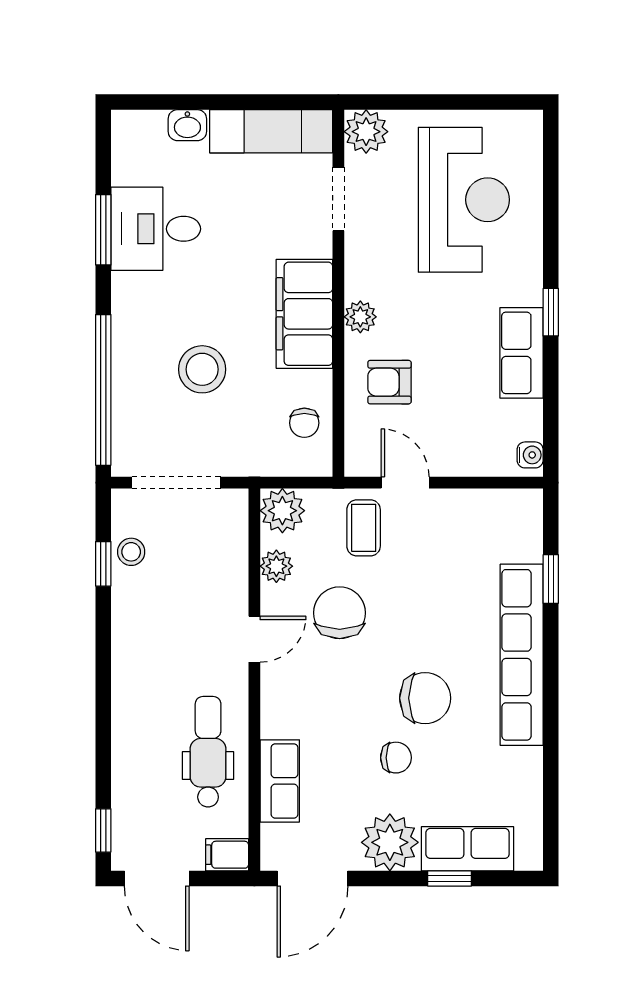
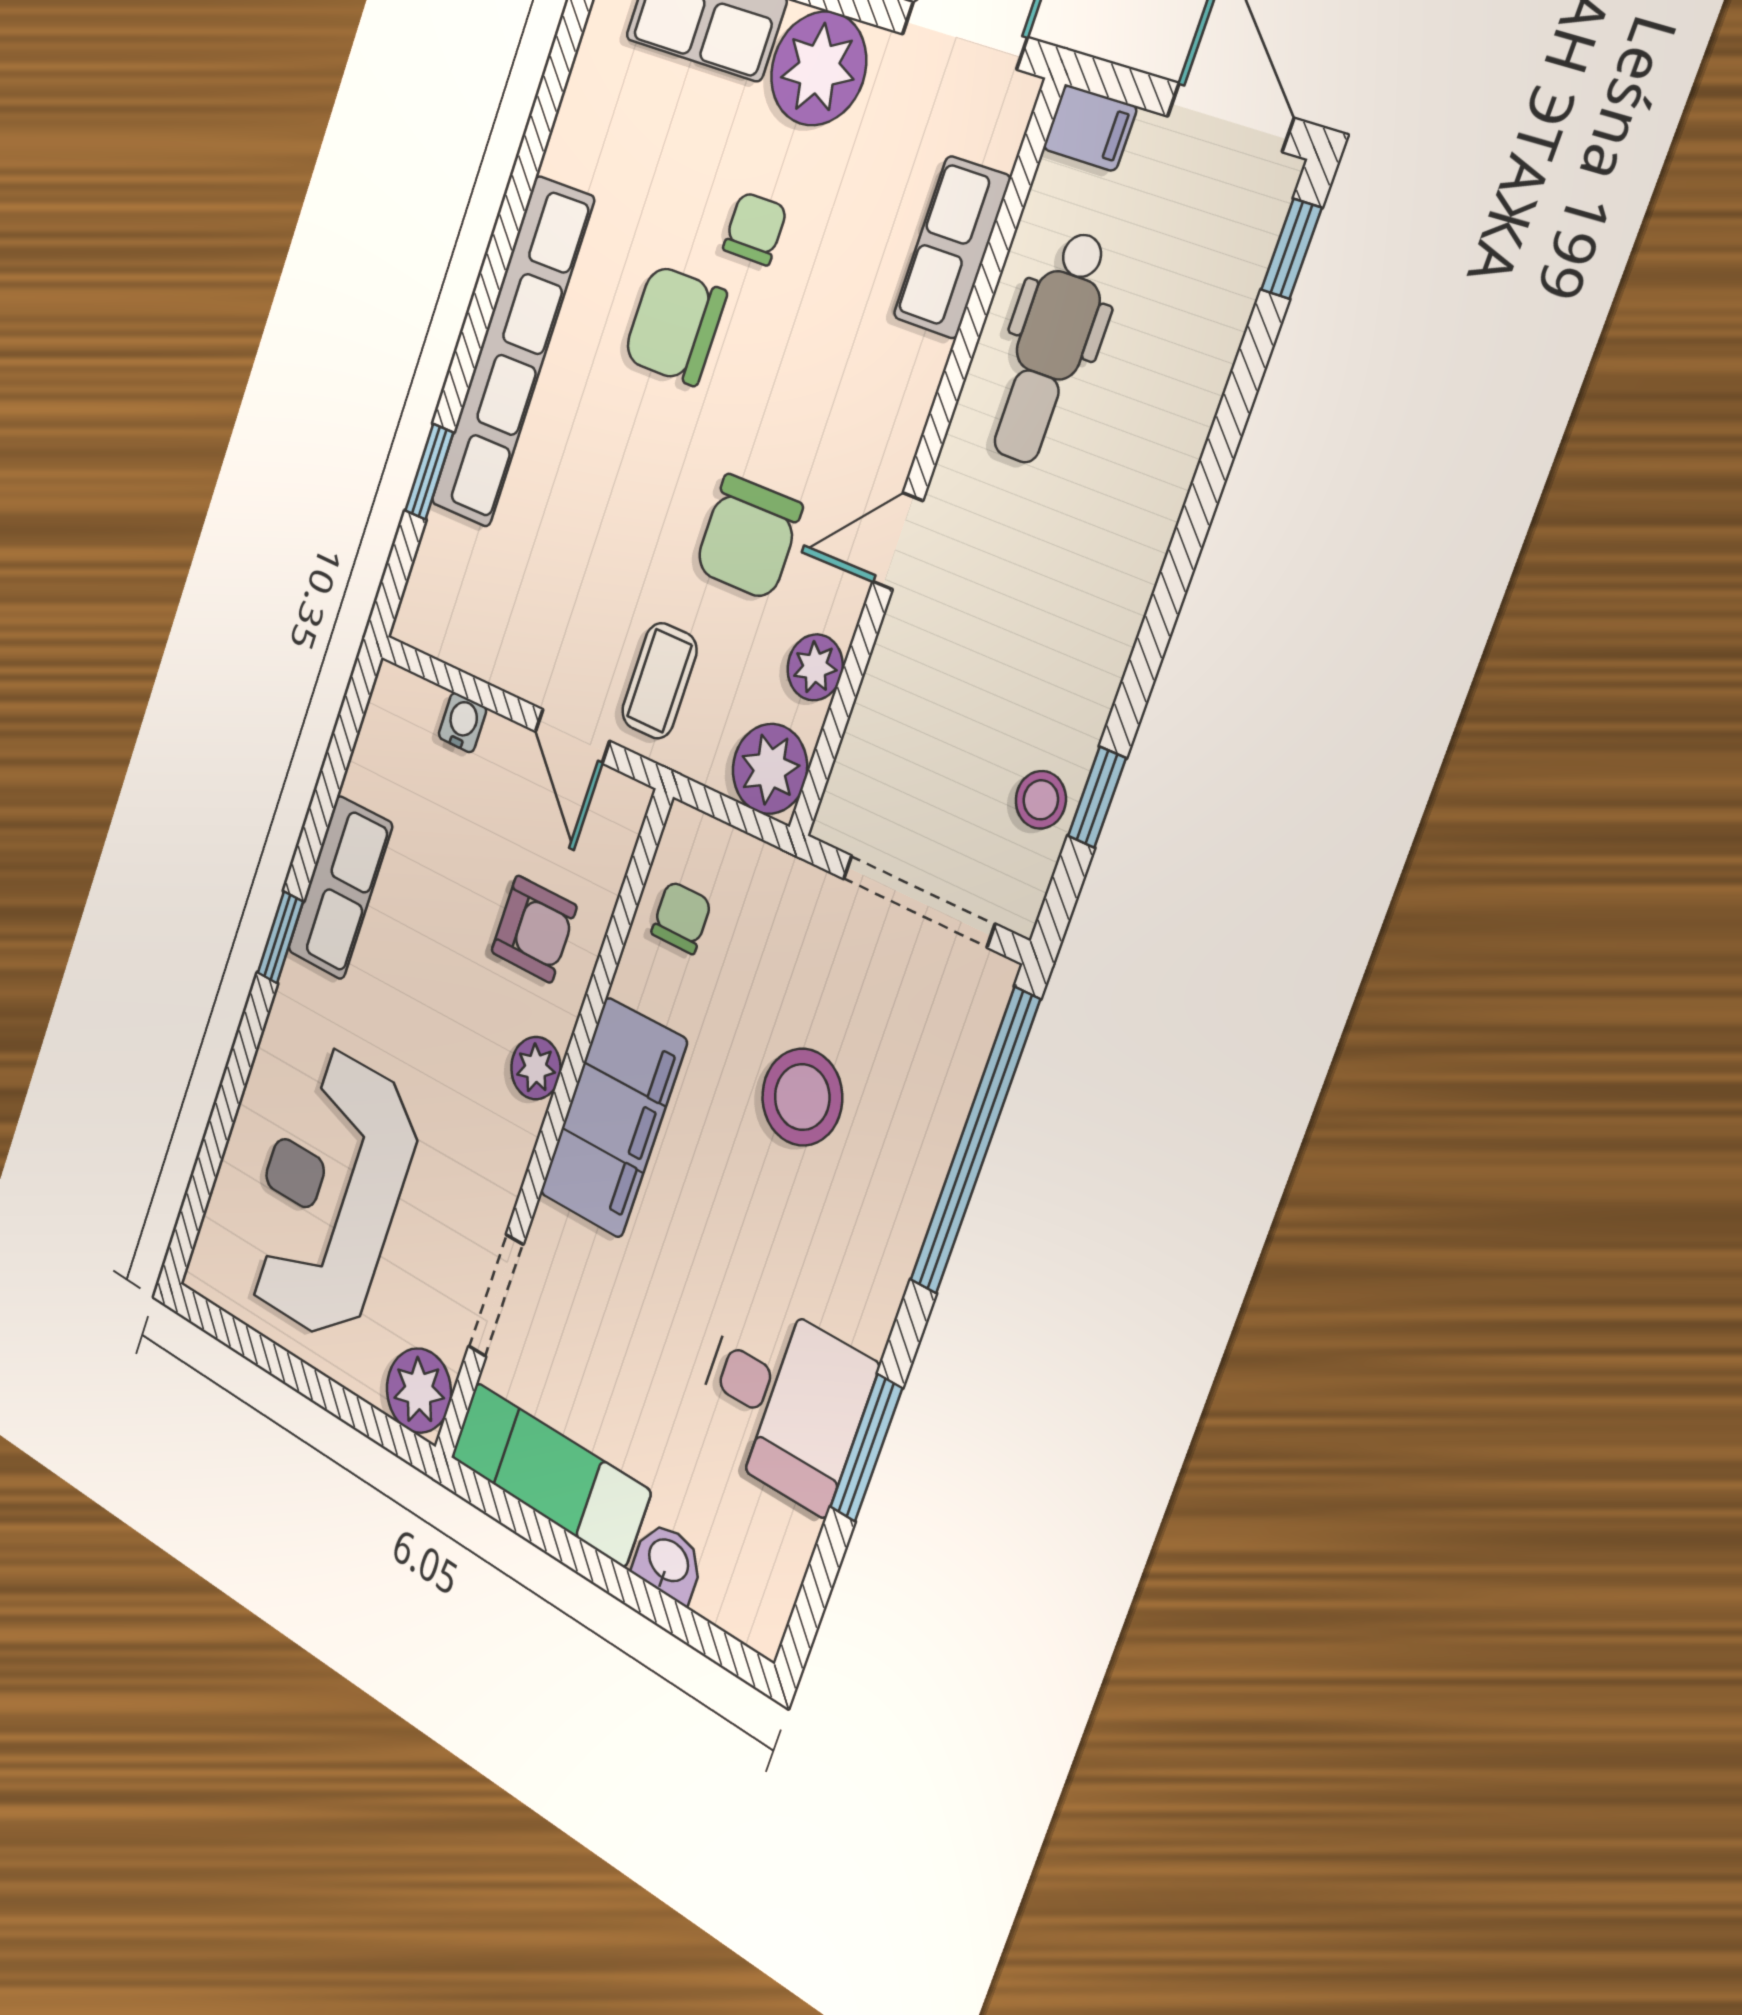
water cooler: (530, 455) -> (462, 722), moved, turned 90
chair: (396, 758) -> (755, 229), turned 90

